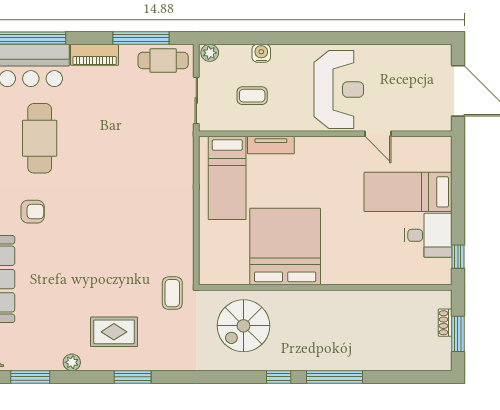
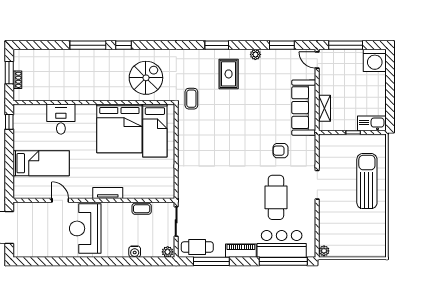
coffee table: (252, 96) -> (142, 209), moved
tv unit: (271, 145) -> (108, 193), moved
bed: (227, 178) -> (155, 131), moved, turned 180
desk: (428, 235) -> (61, 119), moved, turned 90
rug: (114, 332) -> (229, 74), turned 90

